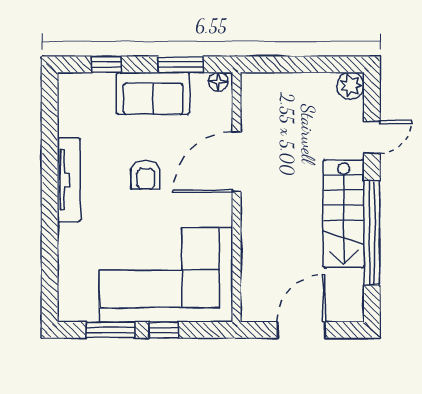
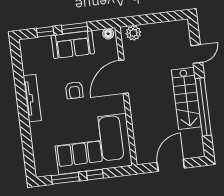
window: (181, 64) -> (75, 28), moved
plant: (351, 86) -> (133, 33), moved

